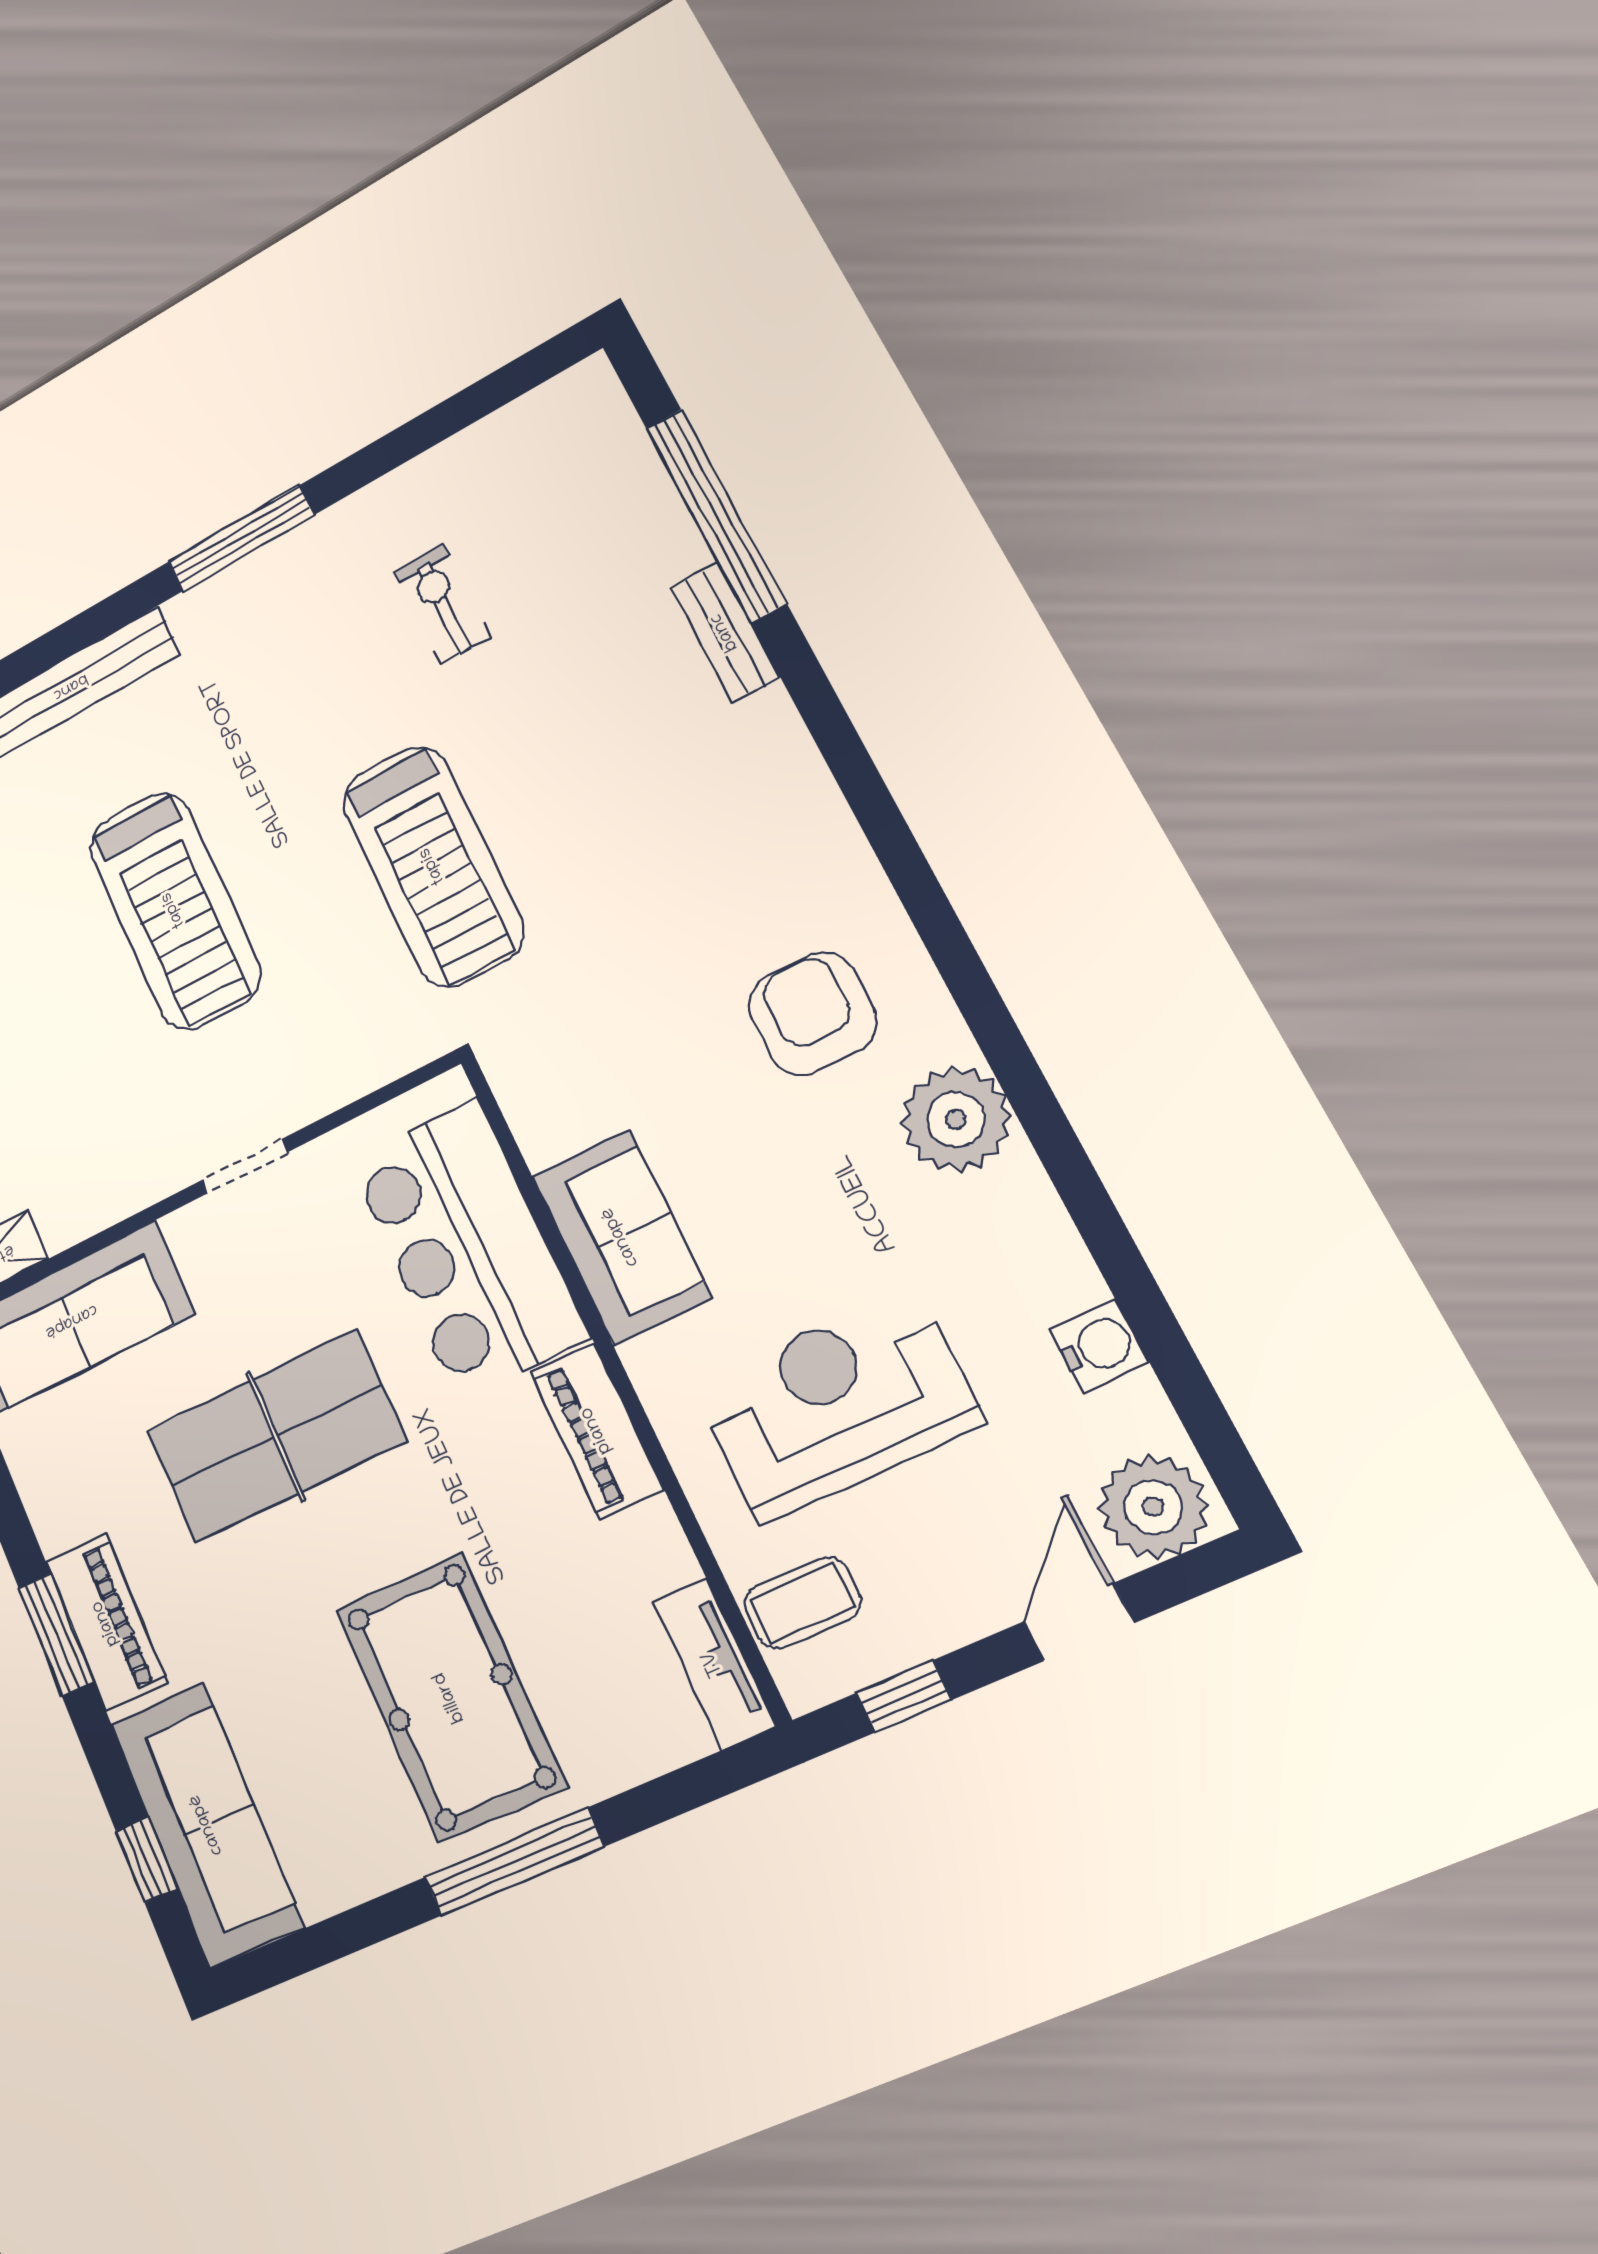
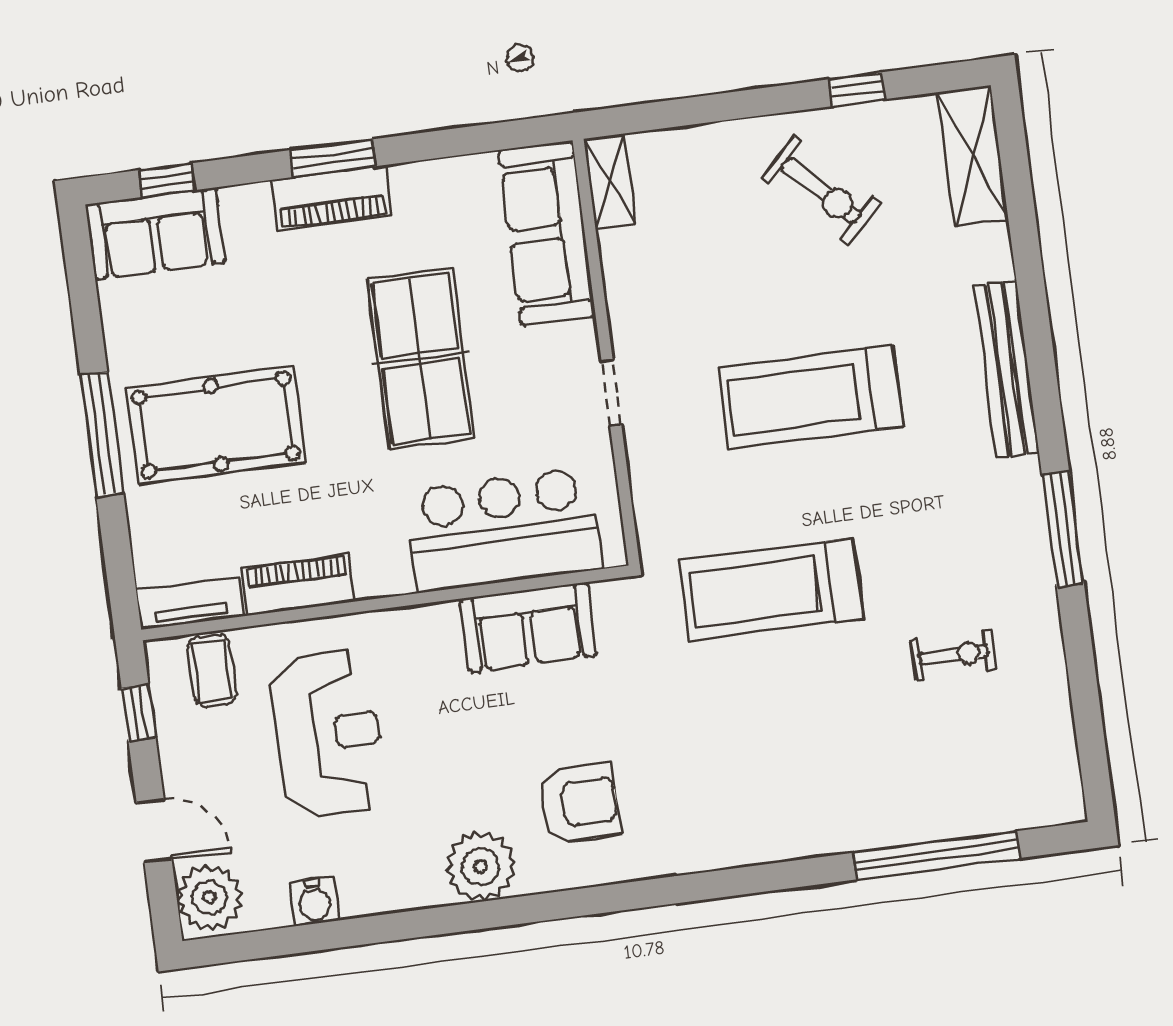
bench: (725, 632) -> (854, 834), removed
sofa: (621, 1237) -> (528, 627), moved
piano: (597, 1430) -> (298, 585), moved
sofa: (207, 1825) -> (155, 233), width x0.73

